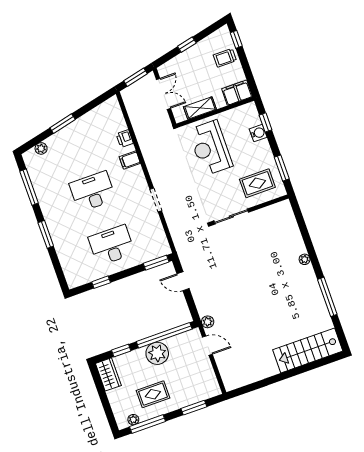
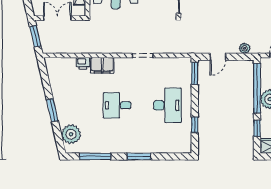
plant: (41, 148) -> (71, 134), width x1.88, depth x1.88
filing cabinet: (130, 160) -> (102, 65), width x2.00
desk: (92, 192) -> (117, 105), width x0.73
desk: (112, 245) -> (167, 105), turned 180
plant: (208, 322) -> (245, 48), moved

